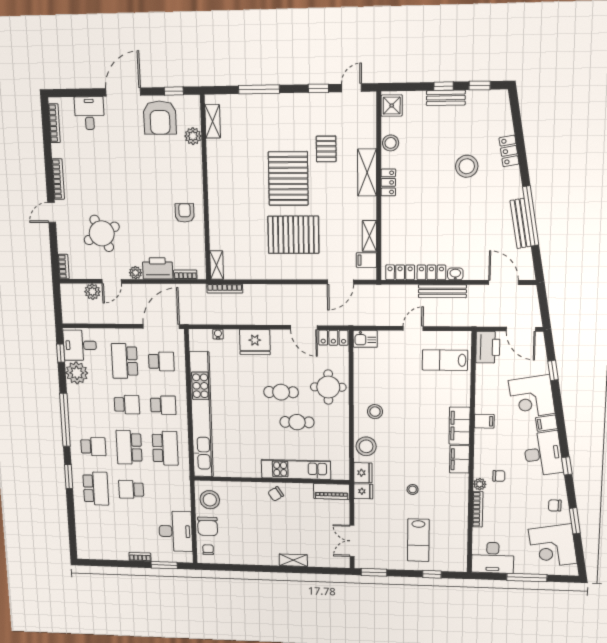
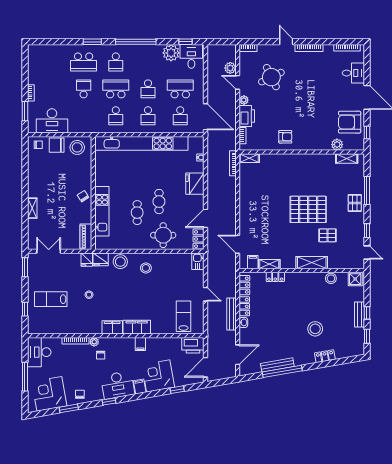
locker: (388, 182) -> (275, 277), moved
pallet: (293, 235) -> (355, 203), moved, width x0.49, depth x0.50
school desk: (165, 448) -> (116, 116), width x0.54

